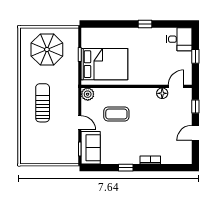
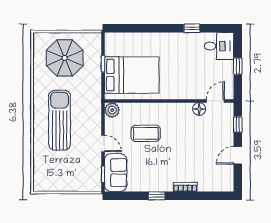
window: (145, 24) -> (192, 28), moved
sun lounger: (43, 103) -> (60, 120), width x1.36, depth x1.34

